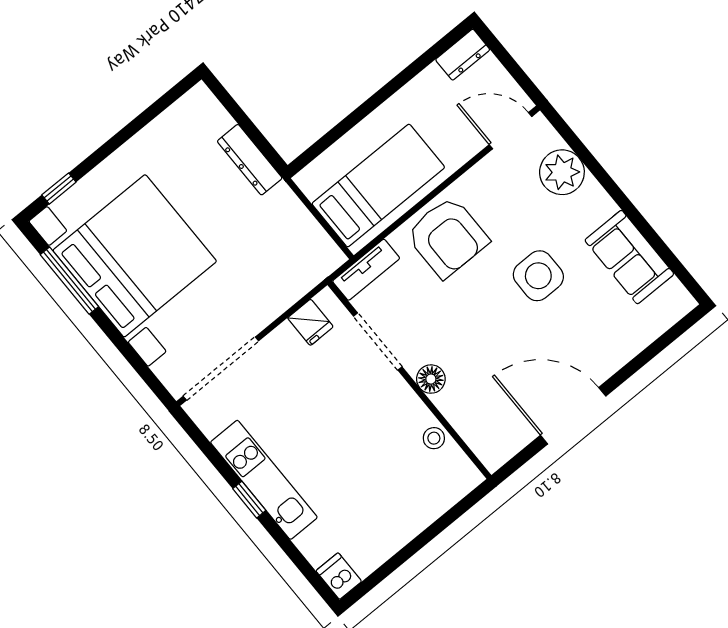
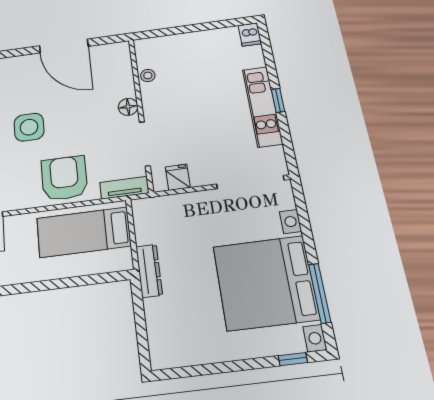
dresser: (250, 160) -> (149, 271), moved

